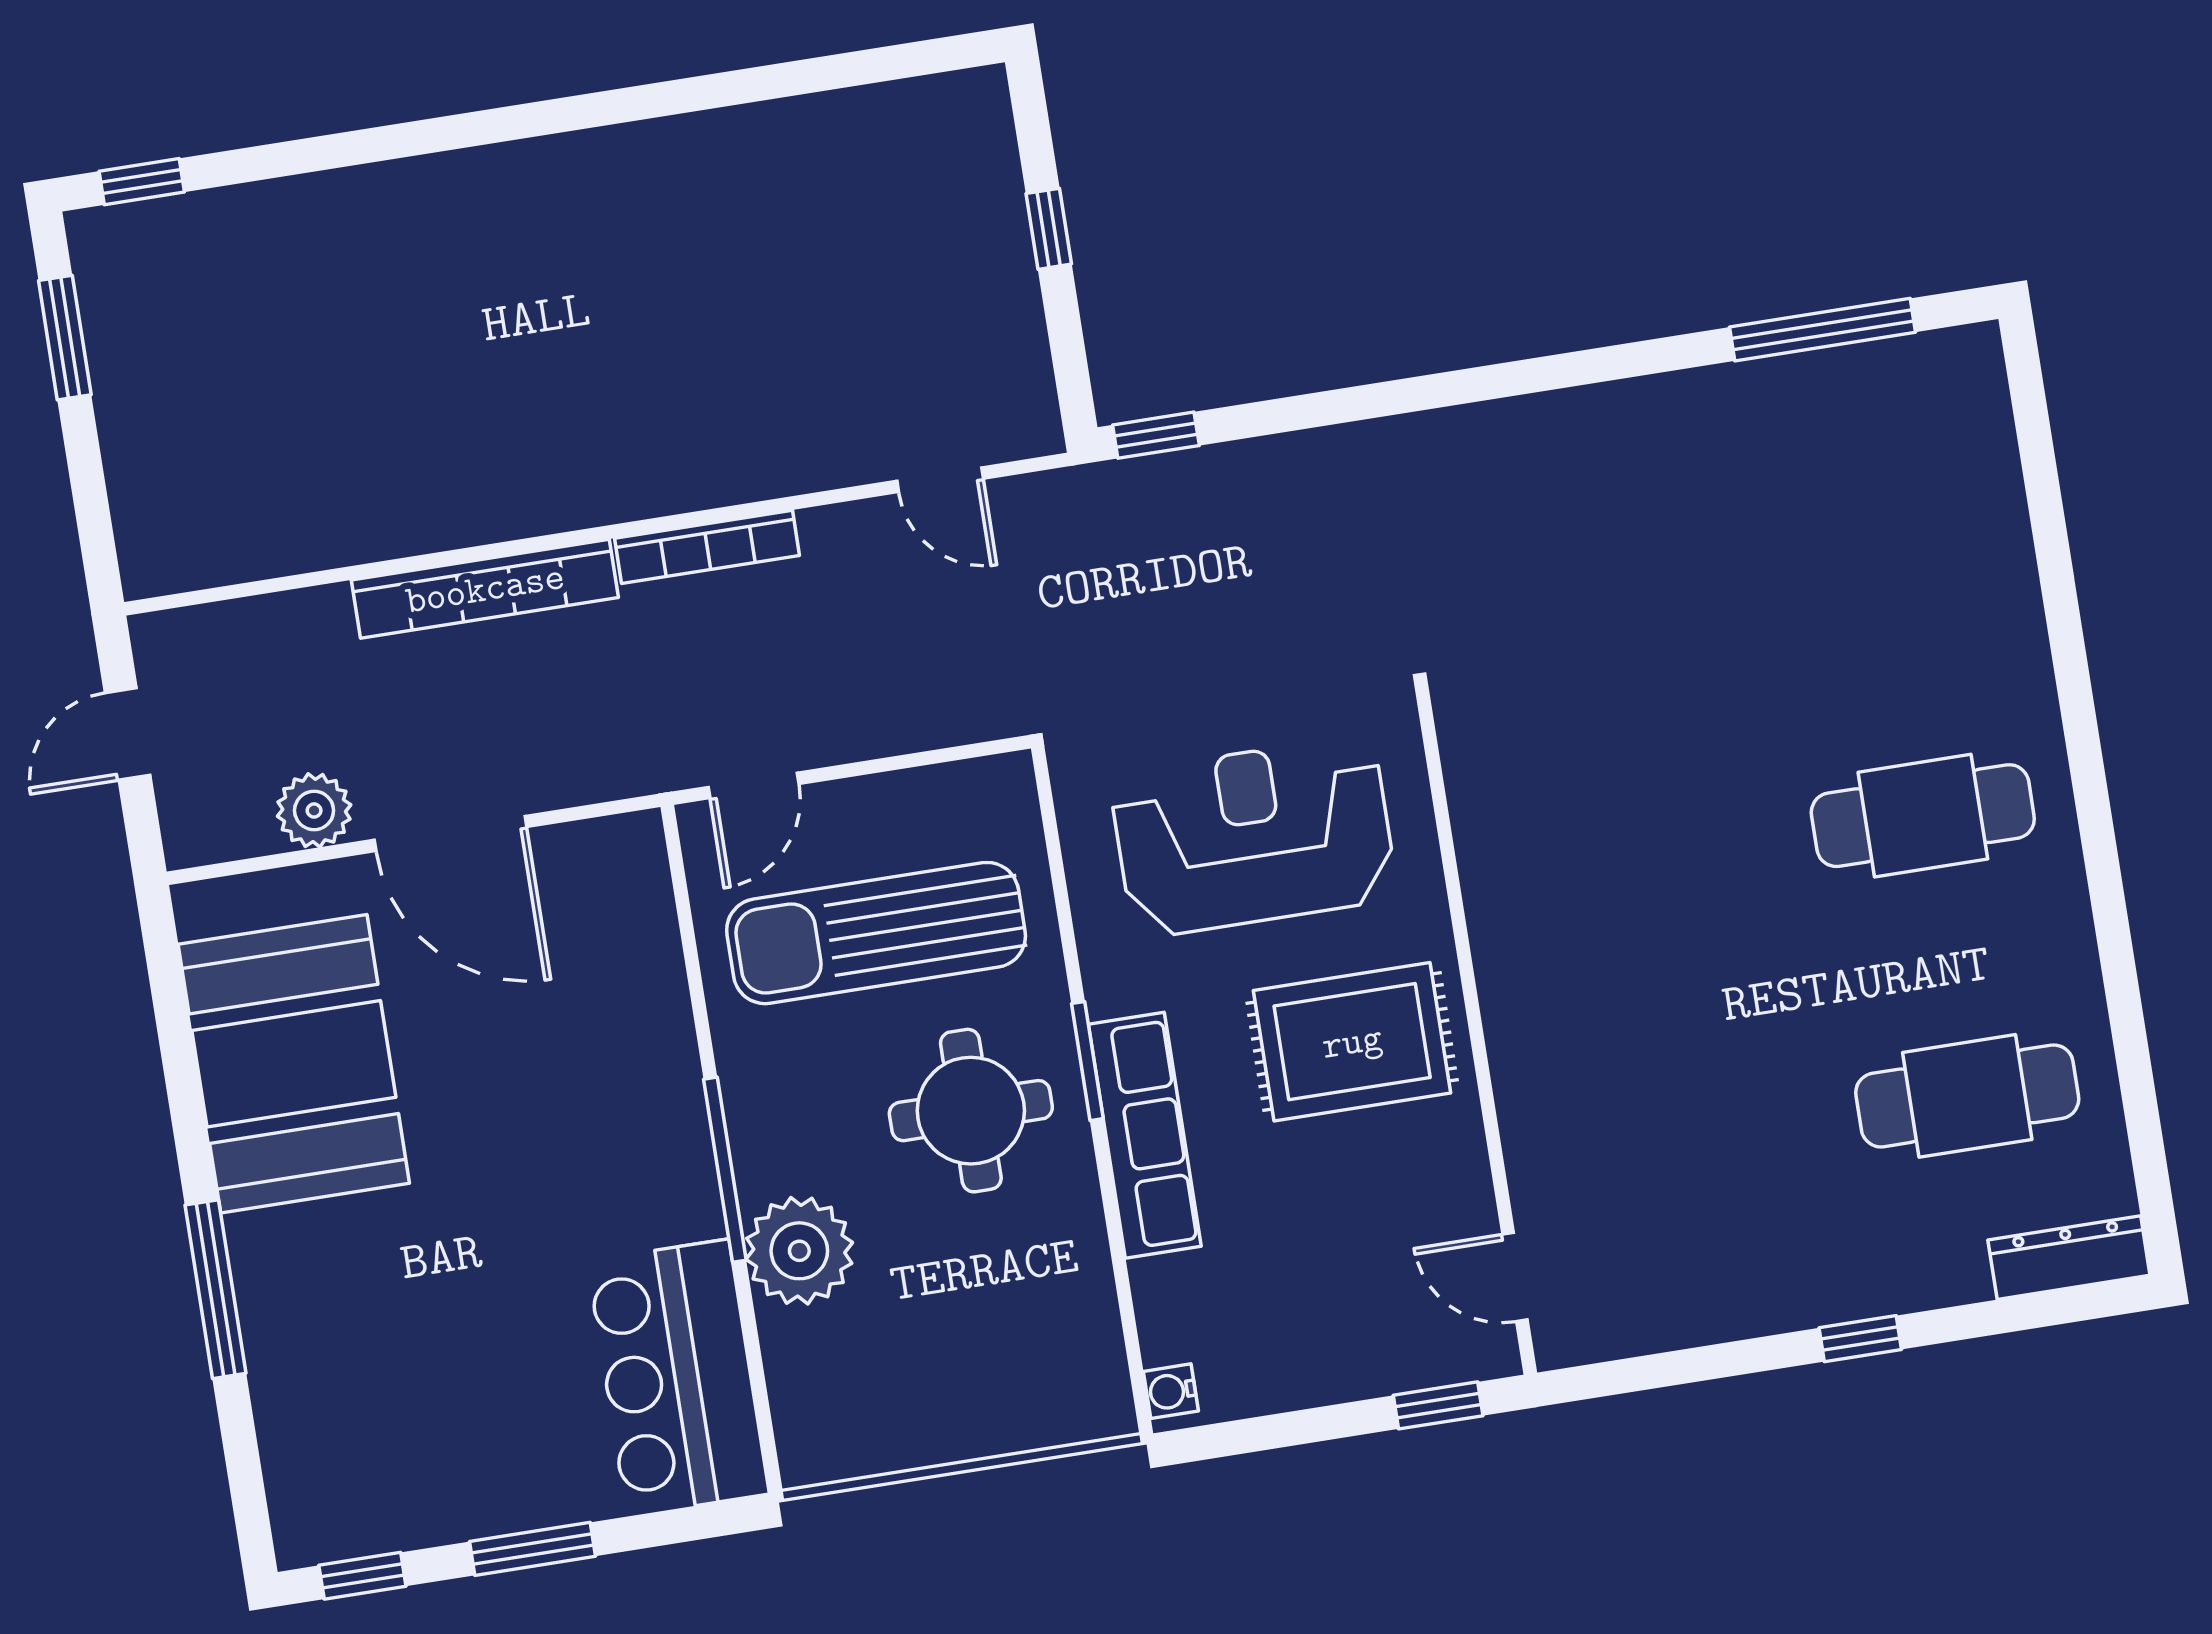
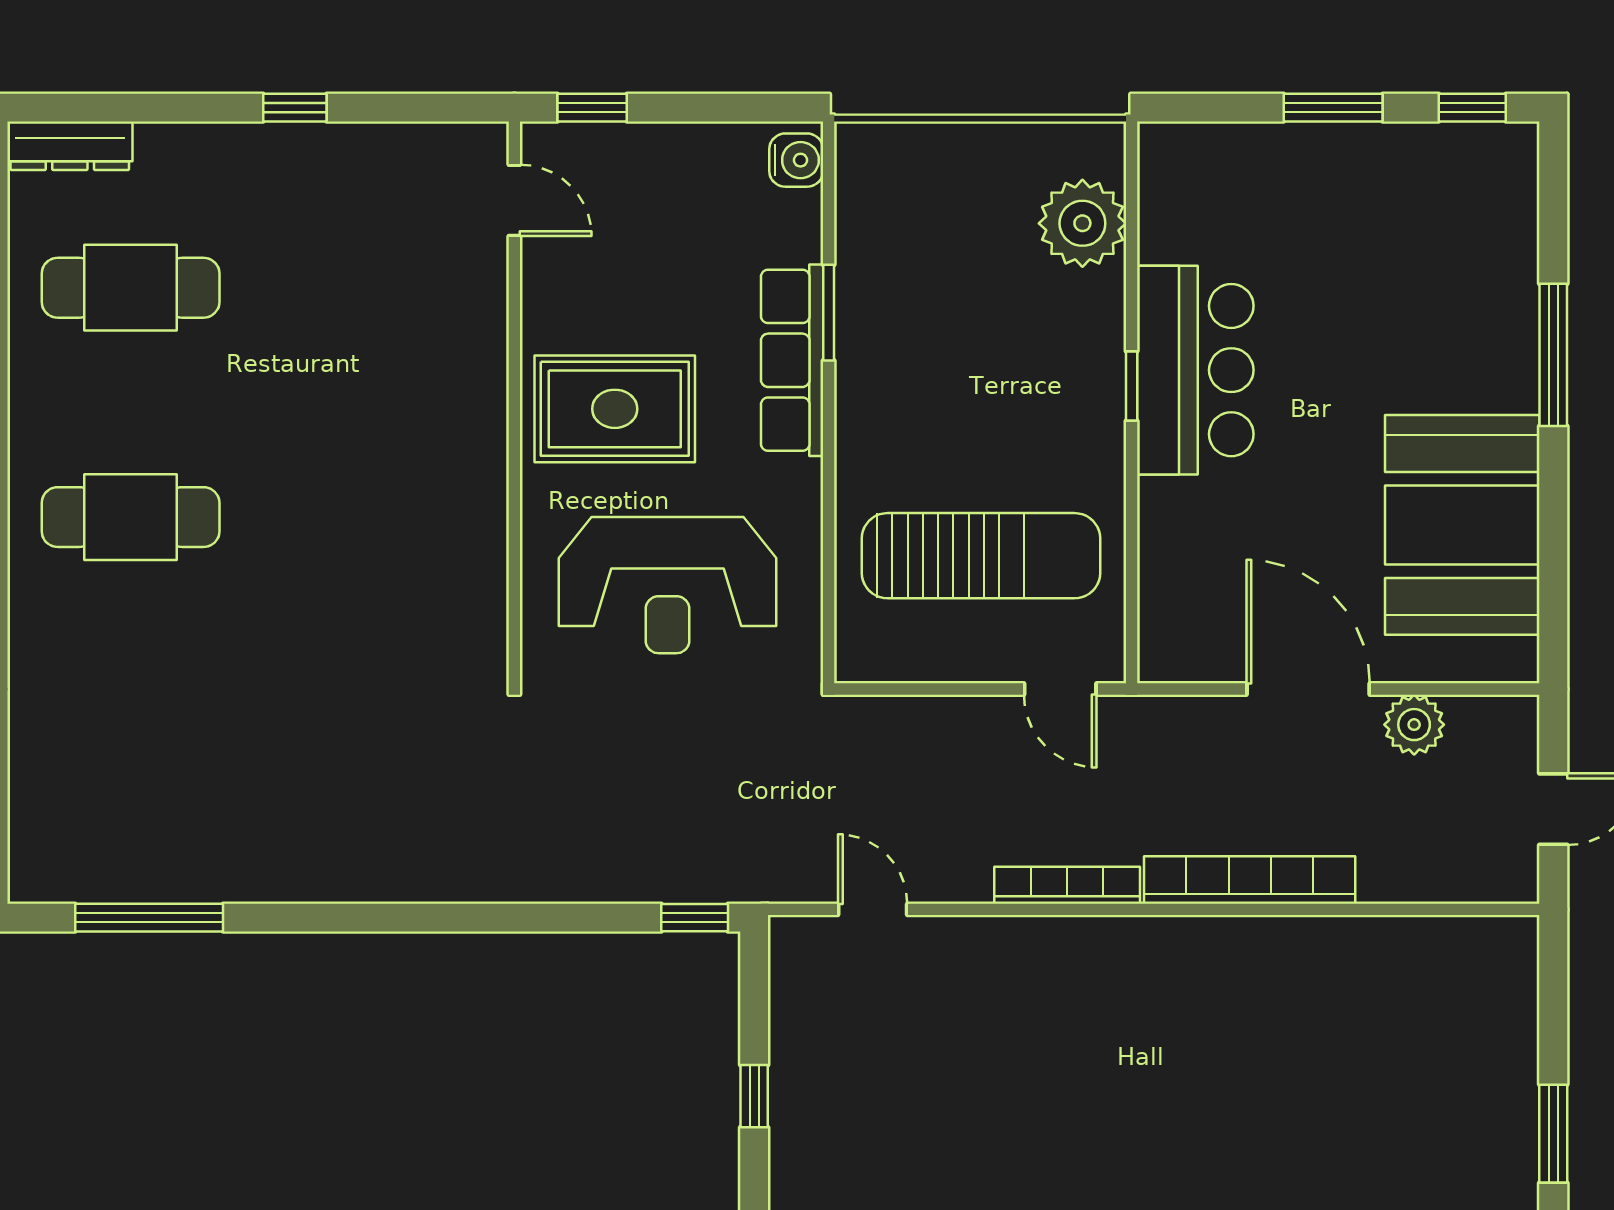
door: (754, 785) -> (1060, 689), swing flipped
window: (1087, 1061) -> (829, 313), moved
round table: (971, 1111) -> (928, 402), removed
window: (725, 1170) -> (1132, 386), width x0.46
plant: (799, 1251) -> (1082, 223), moved
window: (1860, 1339) -> (295, 108), moved
bar counter: (678, 1378) -> (1195, 370), moved
water cooler: (1171, 1391) -> (796, 160), width x1.38, depth x1.38

